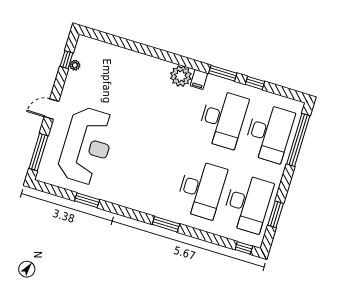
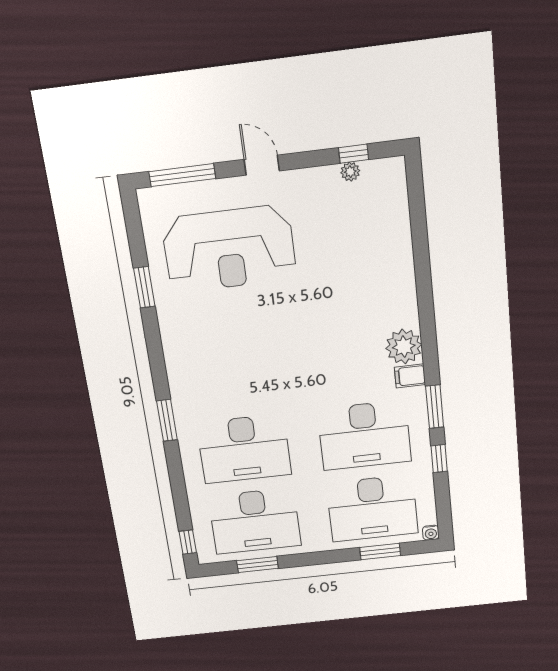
water cooler: (299, 106) -> (431, 533), added
window: (298, 140) -> (380, 551), width x0.47

